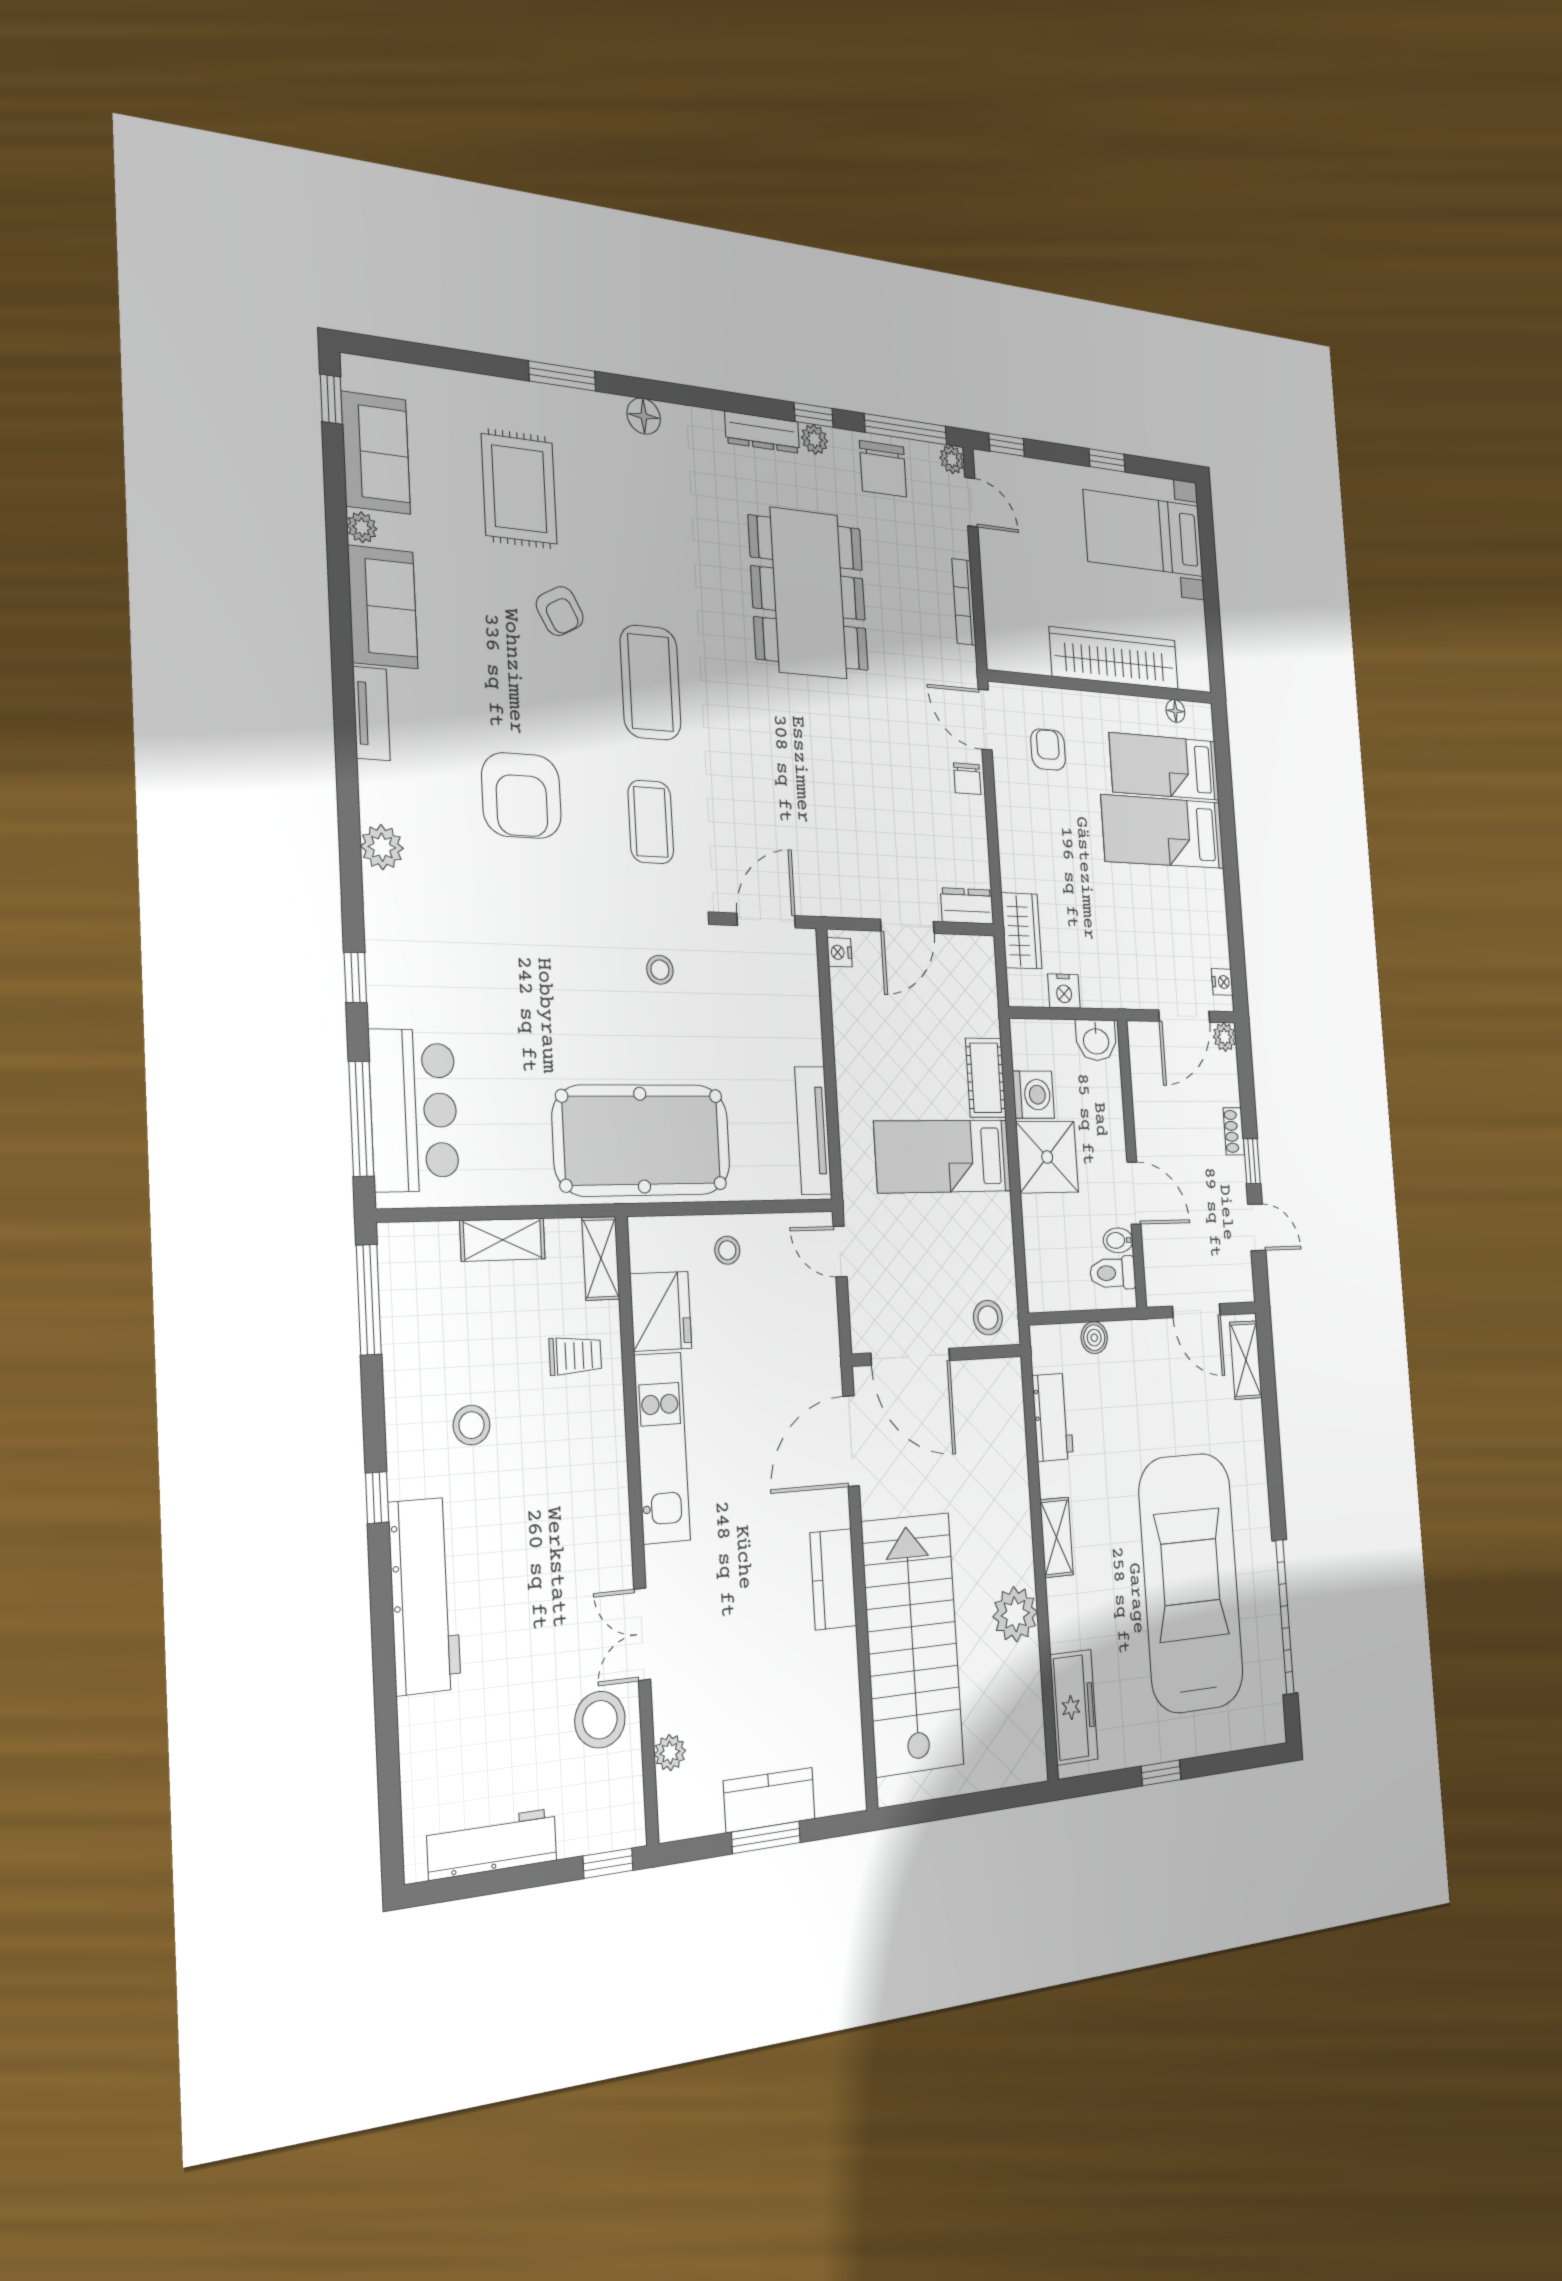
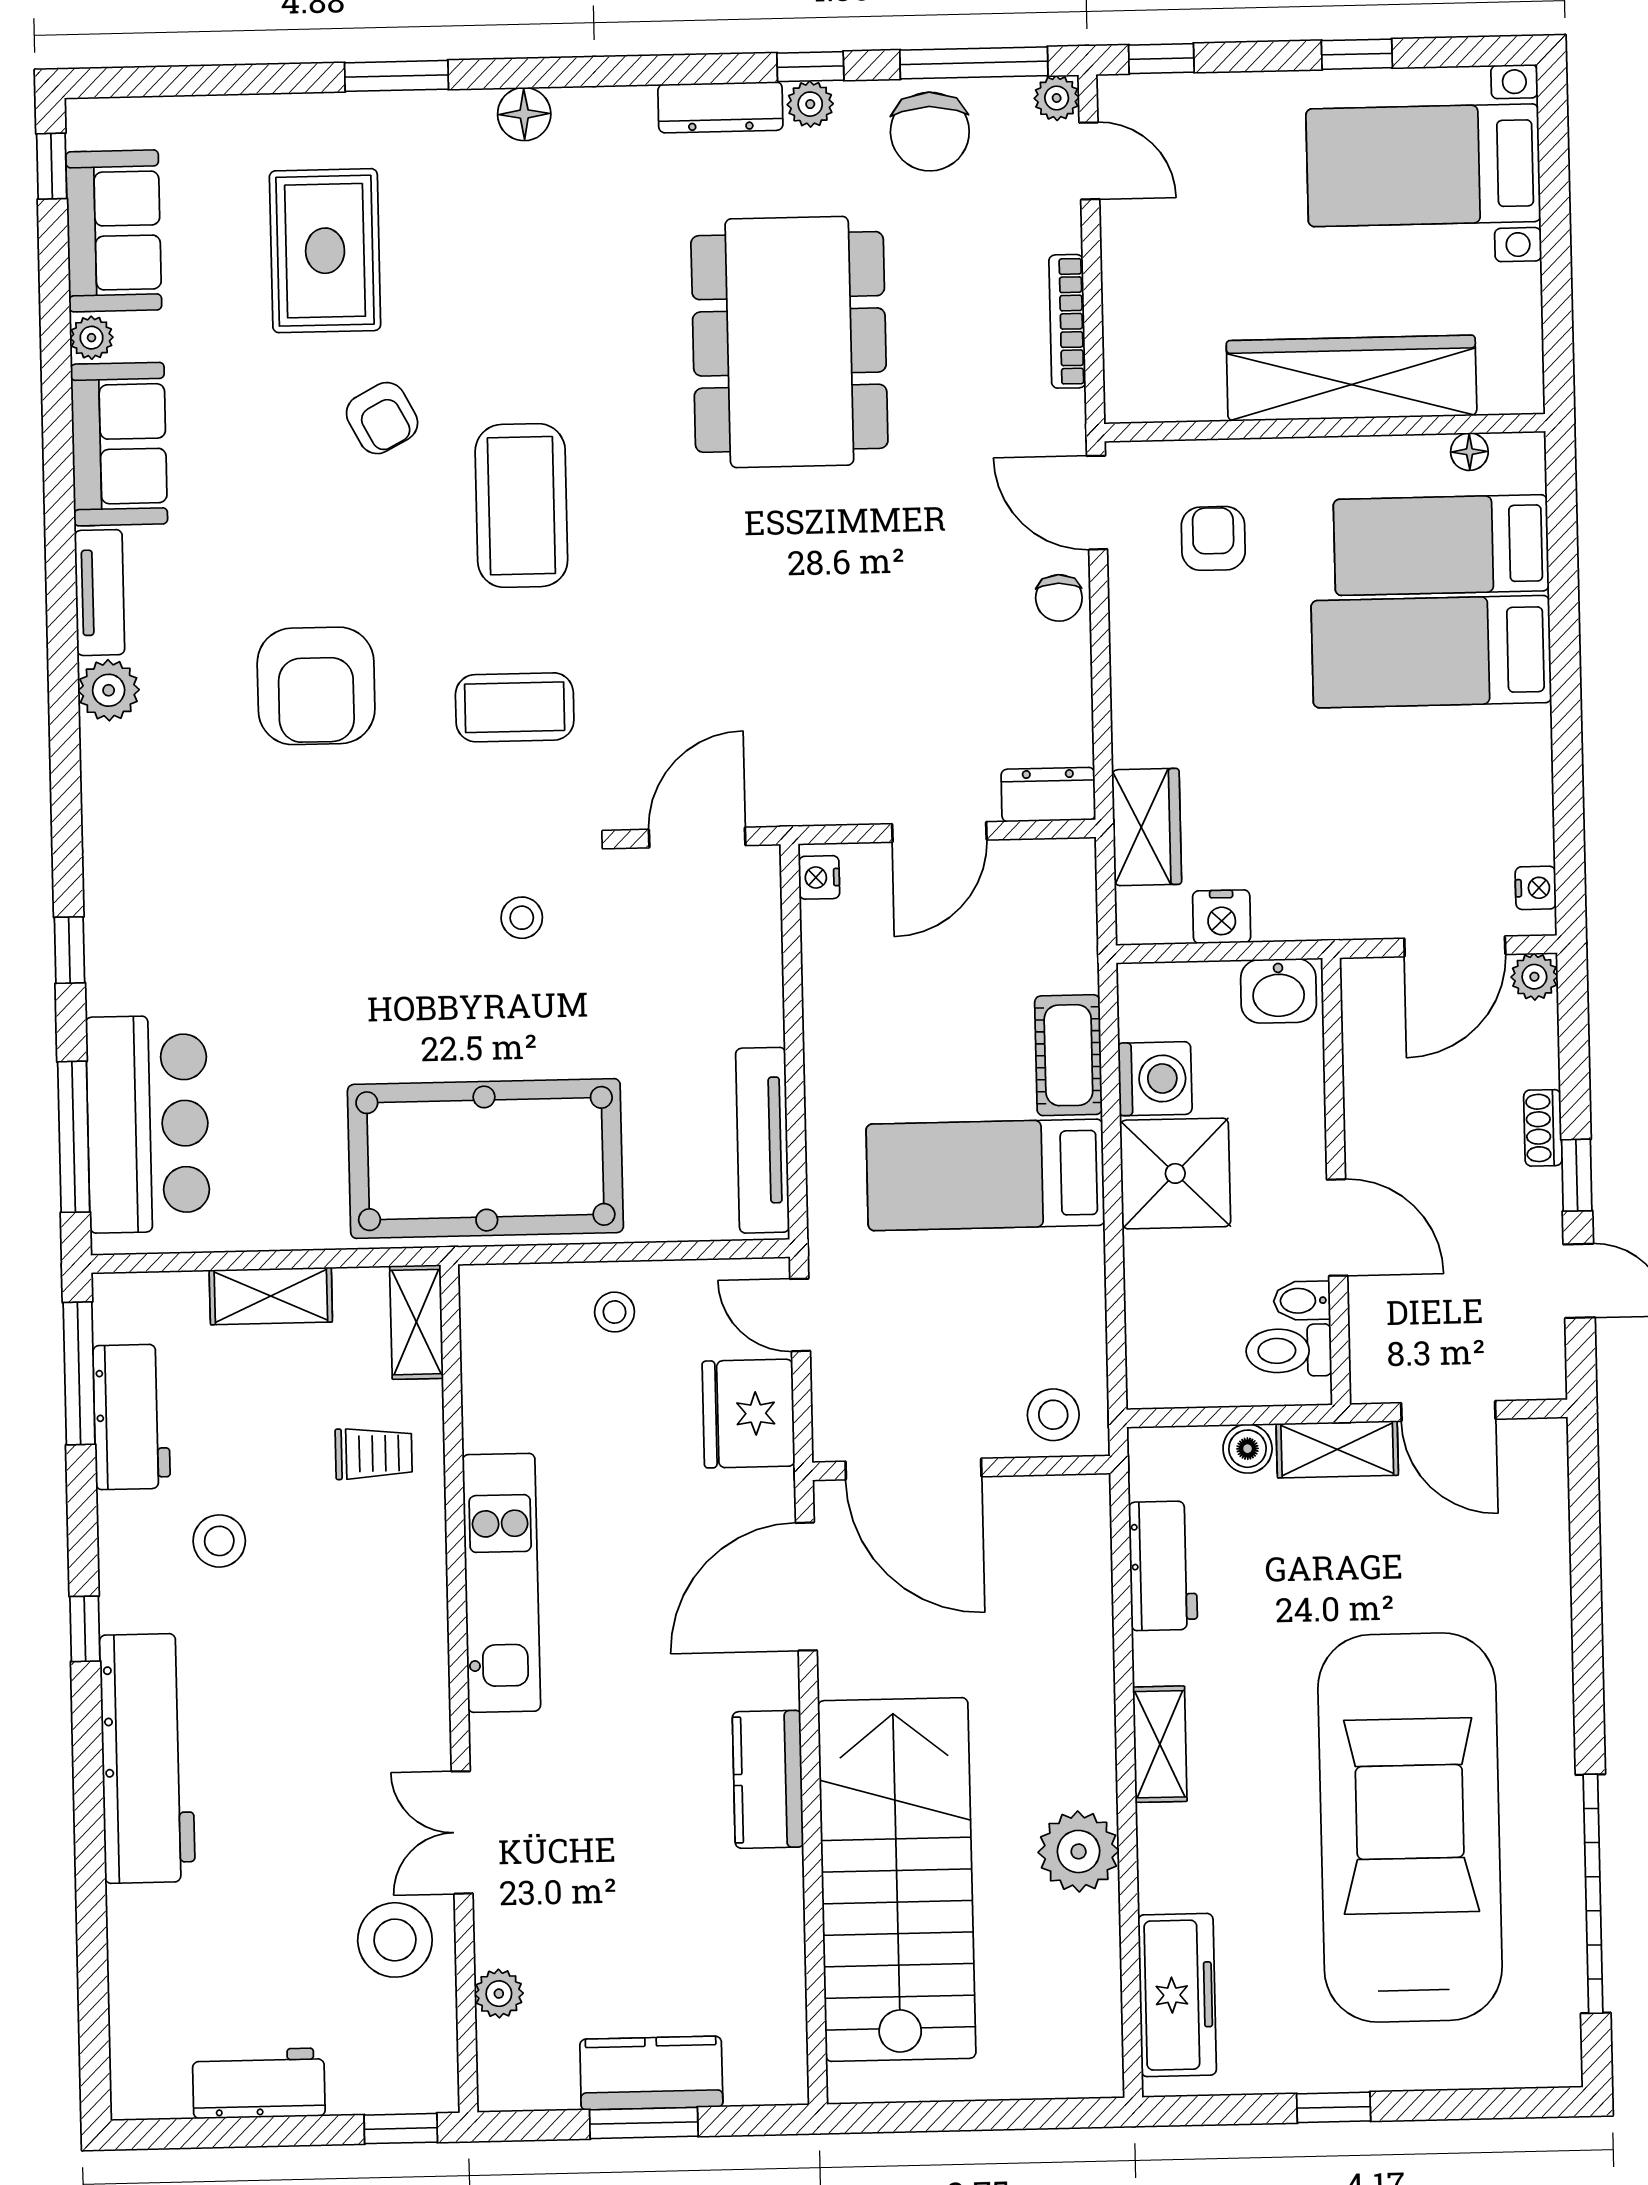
coffee table: (651, 822) -> (515, 707), turned 90
plant: (382, 847) -> (109, 690), moved
fridge: (661, 1311) -> (748, 1414), moved, turned 180
workbench: (407, 1332) -> (132, 1417), added
shelving: (1246, 1360) -> (1337, 1449), moved, turned 90
workbench: (492, 1844) -> (259, 2083), width x0.73

